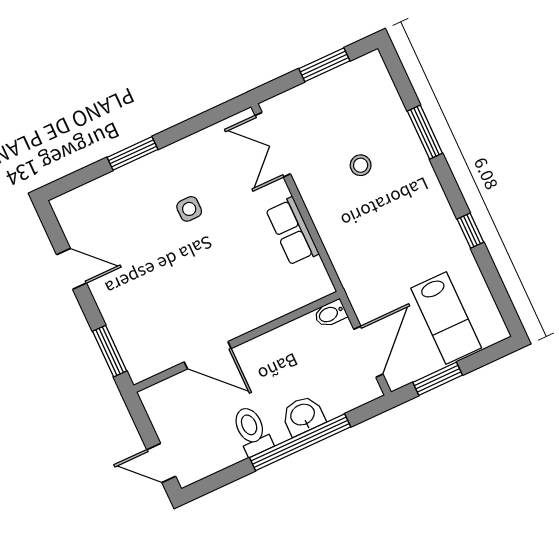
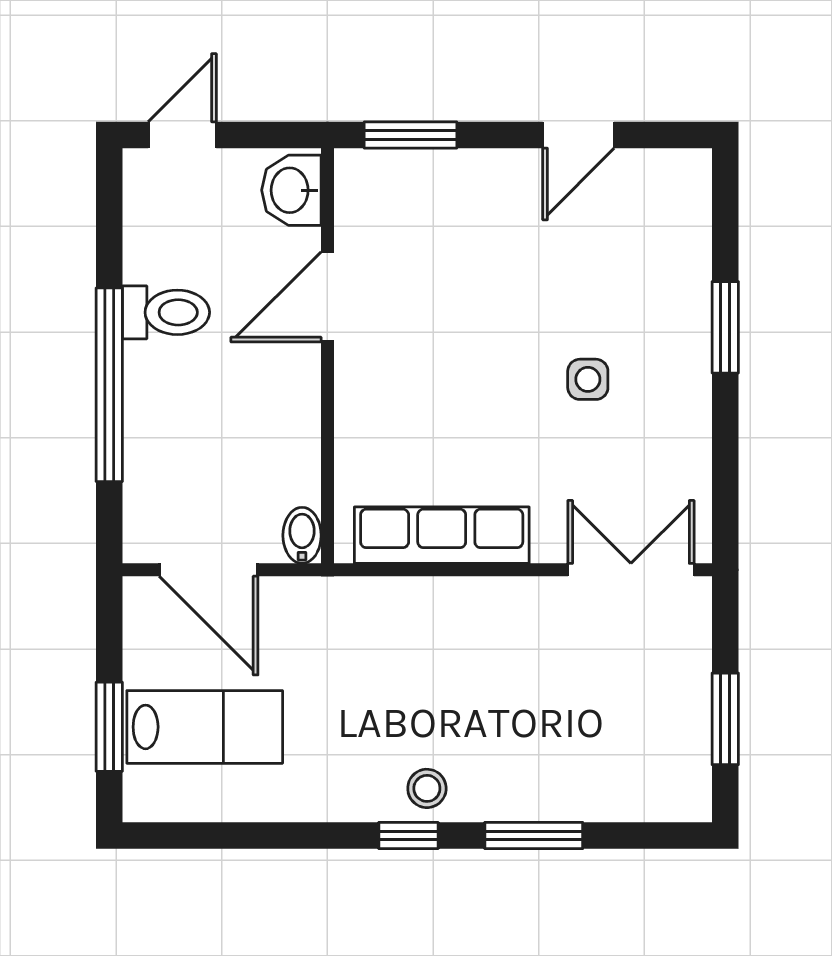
stool: (361, 165) -> (427, 788), moved
row of seats: (292, 231) -> (442, 535), width x1.48
window: (470, 231) -> (408, 836), moved
lab bench: (446, 318) -> (205, 727), turned 180
window: (438, 379) -> (109, 727), moved
washbasin: (303, 415) -> (291, 190), moved, turned 180

